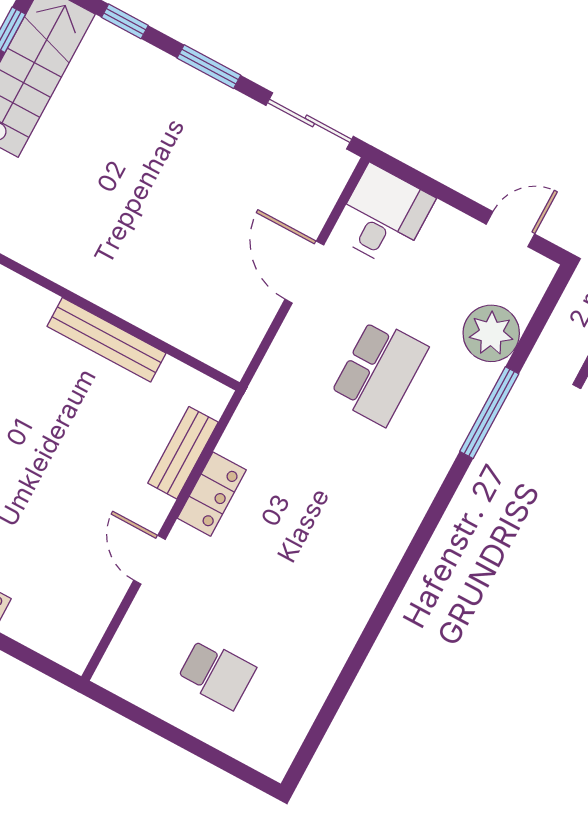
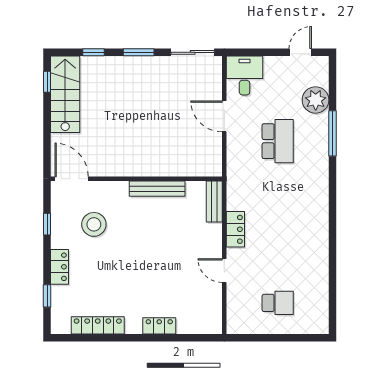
bench: (183, 453) -> (214, 202), moved

